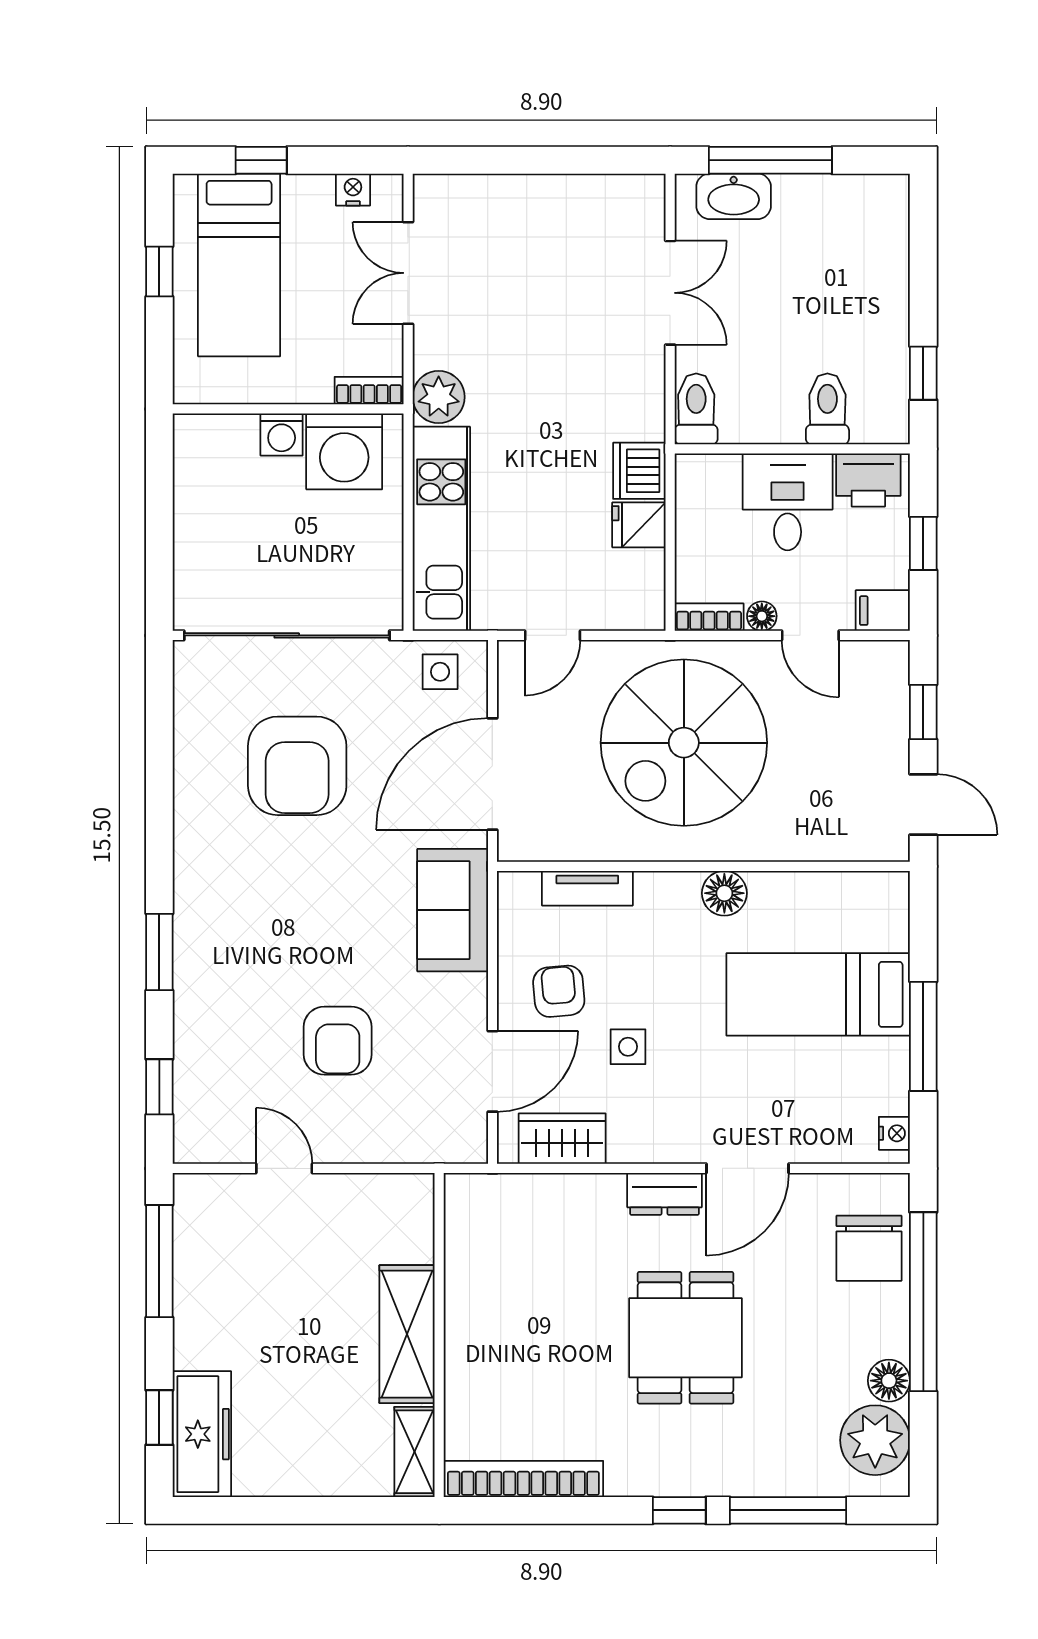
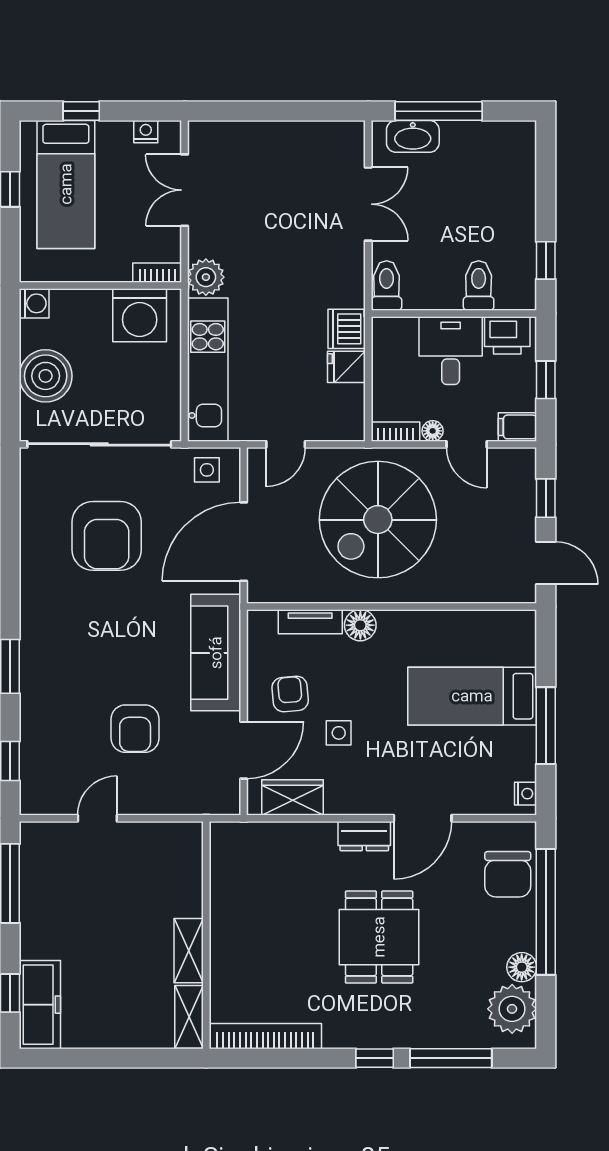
washing machine: (282, 434) -> (34, 303), moved, turned -90
boiler: (210, 538) -> (46, 376), added
floor lamp: (724, 893) -> (360, 625), moved
sofa: (453, 910) -> (216, 653), width x1.36
door: (284, 1168) -> (97, 818), hinge flipped
shelving: (407, 1334) -> (189, 951), width x0.67, depth x0.75

